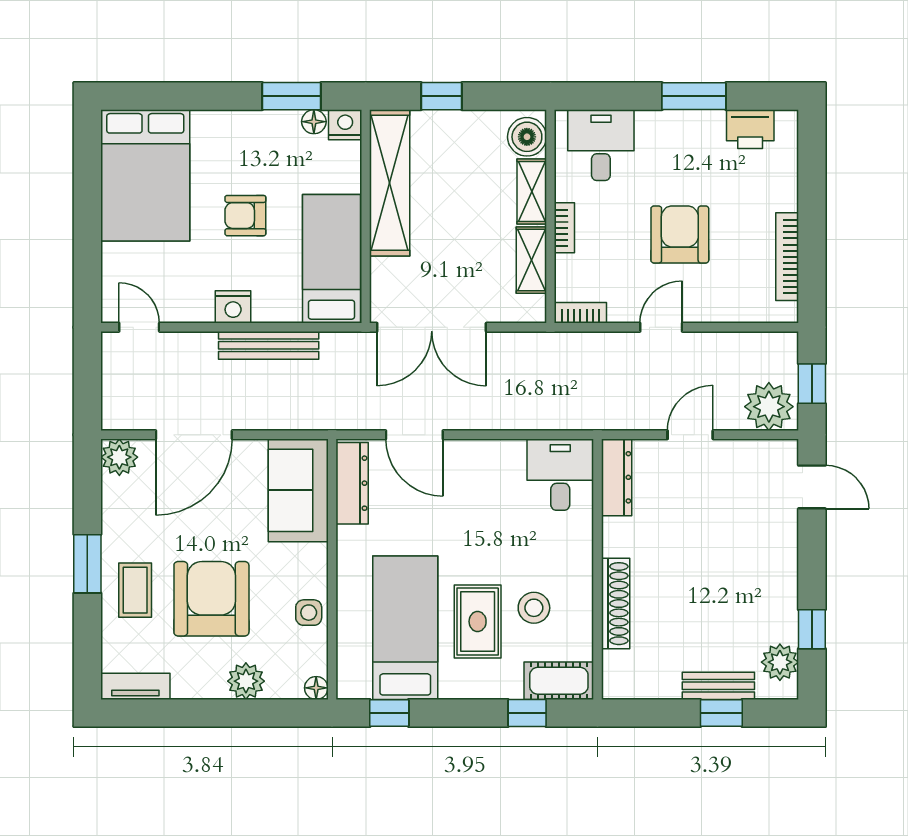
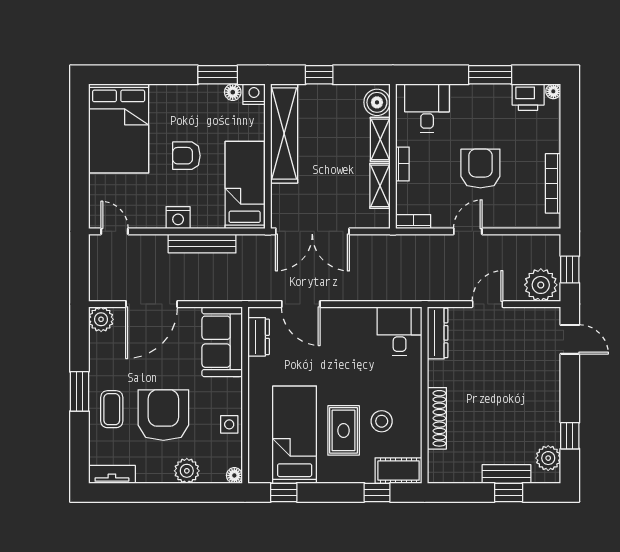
floor lamp: (787, 120) -> (553, 91), added
dresser: (352, 483) -> (259, 337), width x0.70

